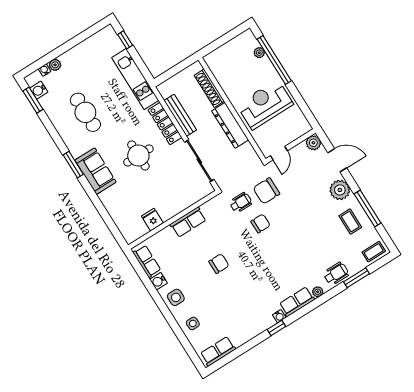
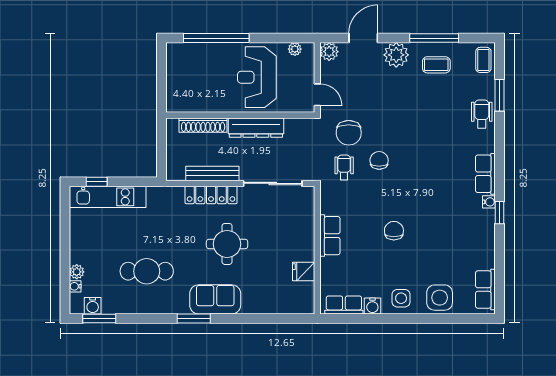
plant: (259, 53) -> (295, 49), moved
kitchen unit: (135, 79) -> (108, 197), moved
plant: (318, 292) -> (489, 145), removed
side table: (193, 323) -> (440, 298), width x1.87, depth x1.87

